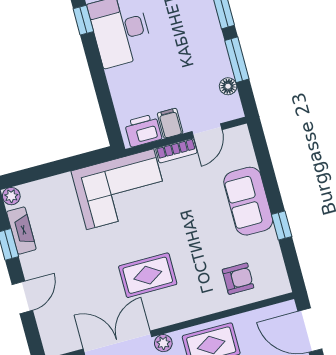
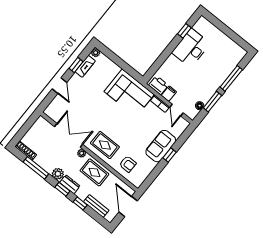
door: (207, 131) -> (176, 110), hinge flipped
window: (282, 225) -> (170, 155), moved
rug: (148, 275) -> (105, 145), moved
door: (22, 297) -> (59, 86), hinge flipped

